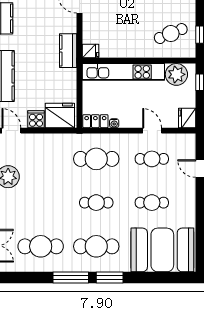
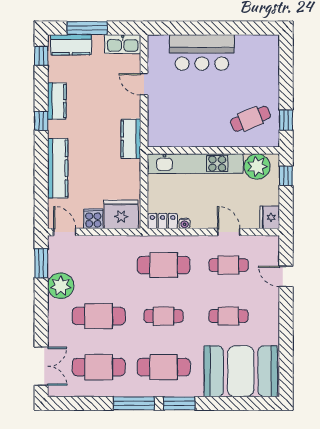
fridge: (90, 51) -> (157, 139), removed
cafe table: (41, 203) -> (99, 316), added

